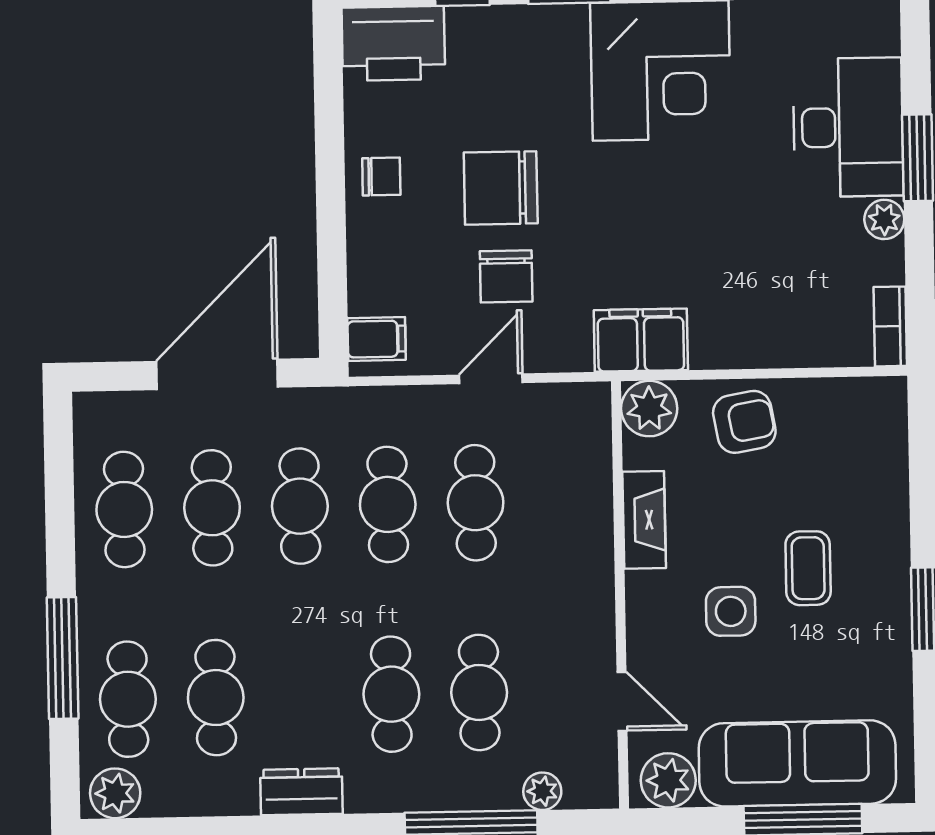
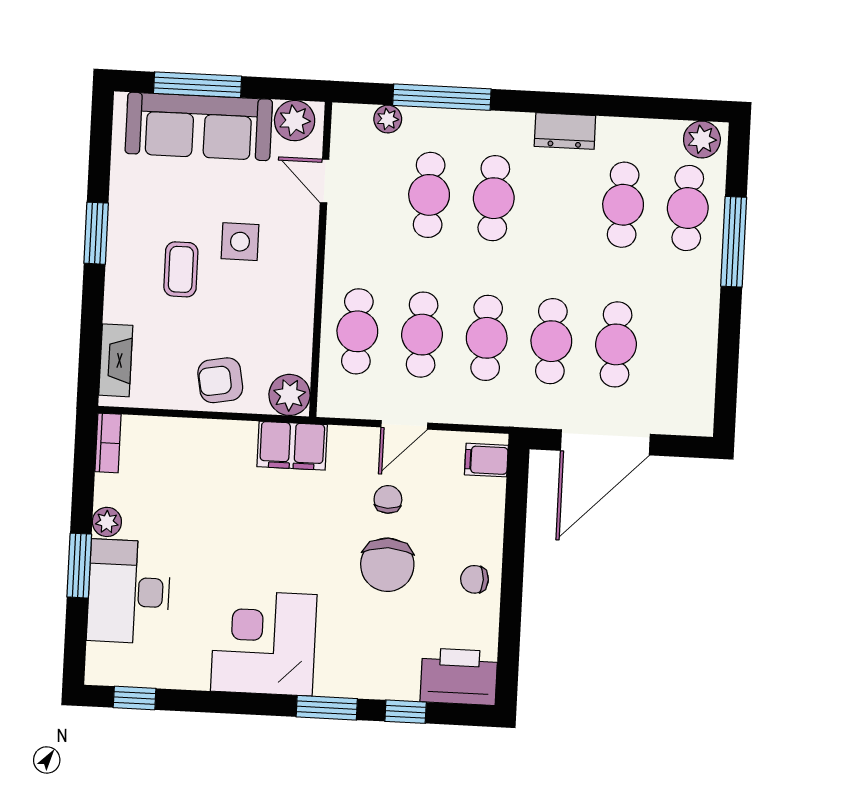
chair: (501, 188) -> (387, 565), turned 90
chair: (506, 276) -> (388, 499), width x0.73, depth x0.73
cafe table: (124, 509) -> (357, 331), moved
fireplace: (644, 520) -> (116, 360), moved, turned 180

